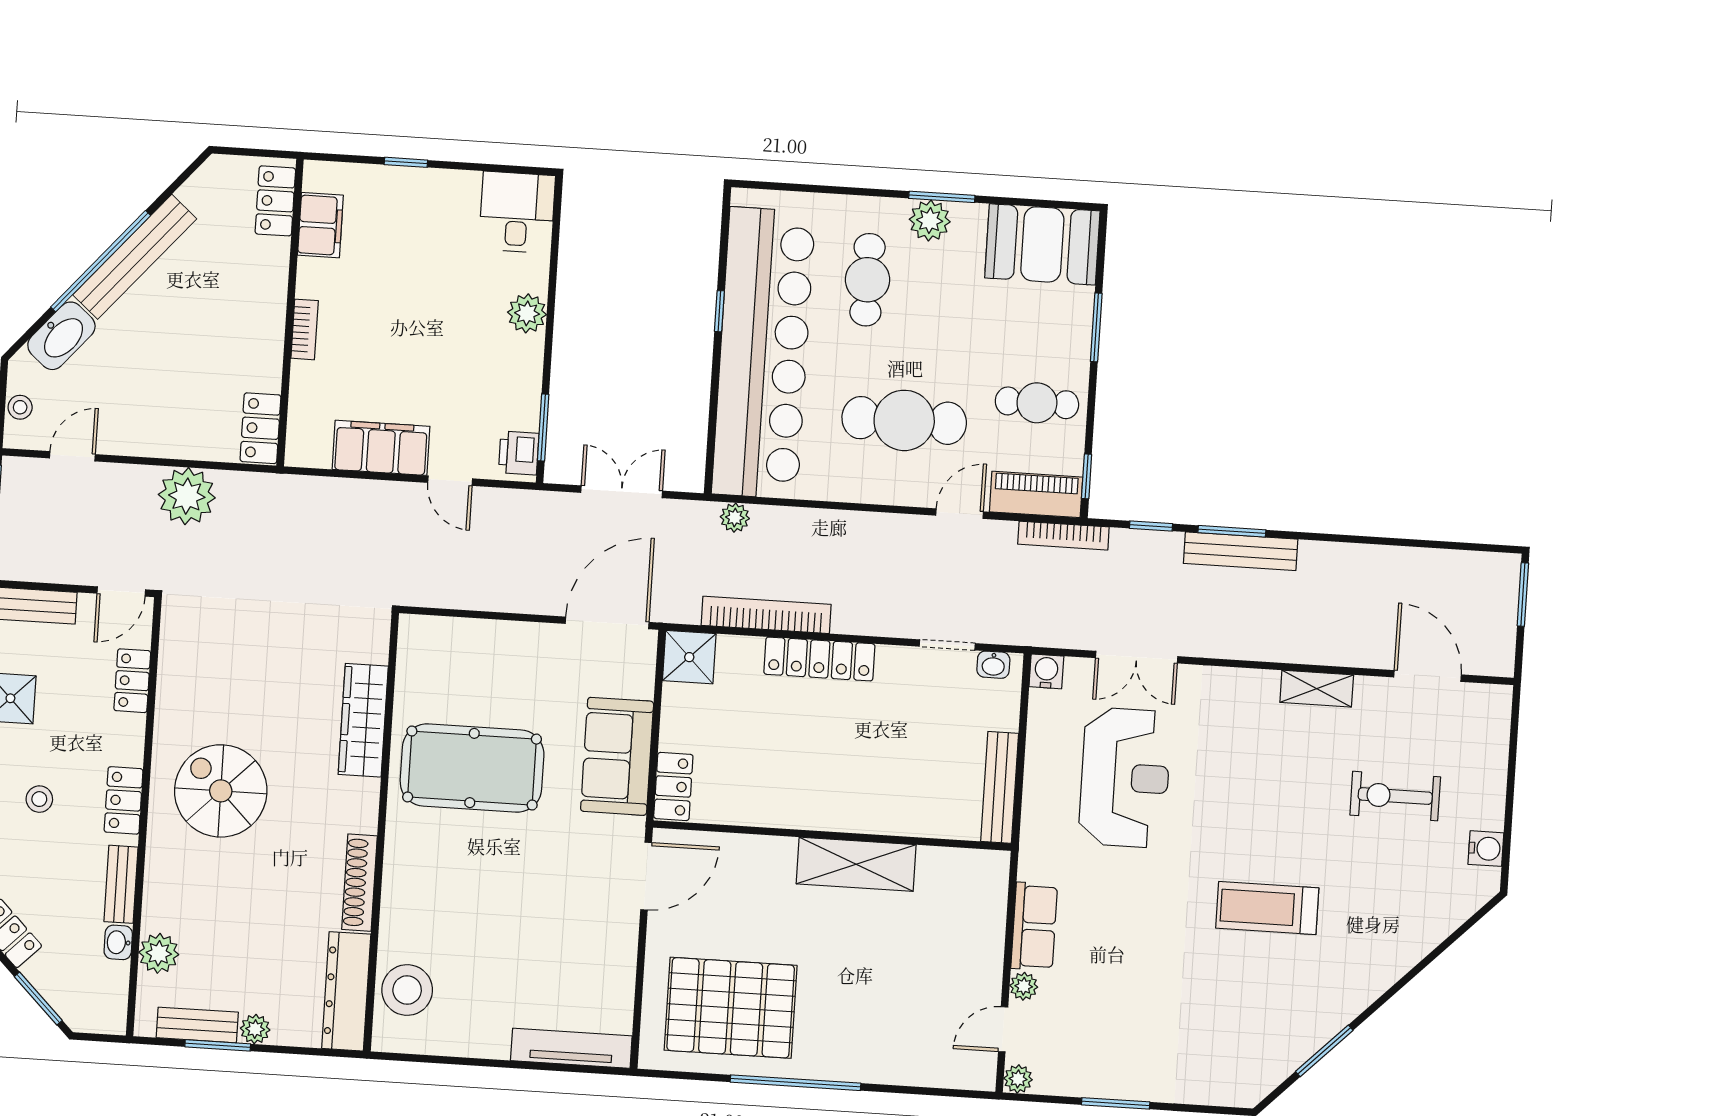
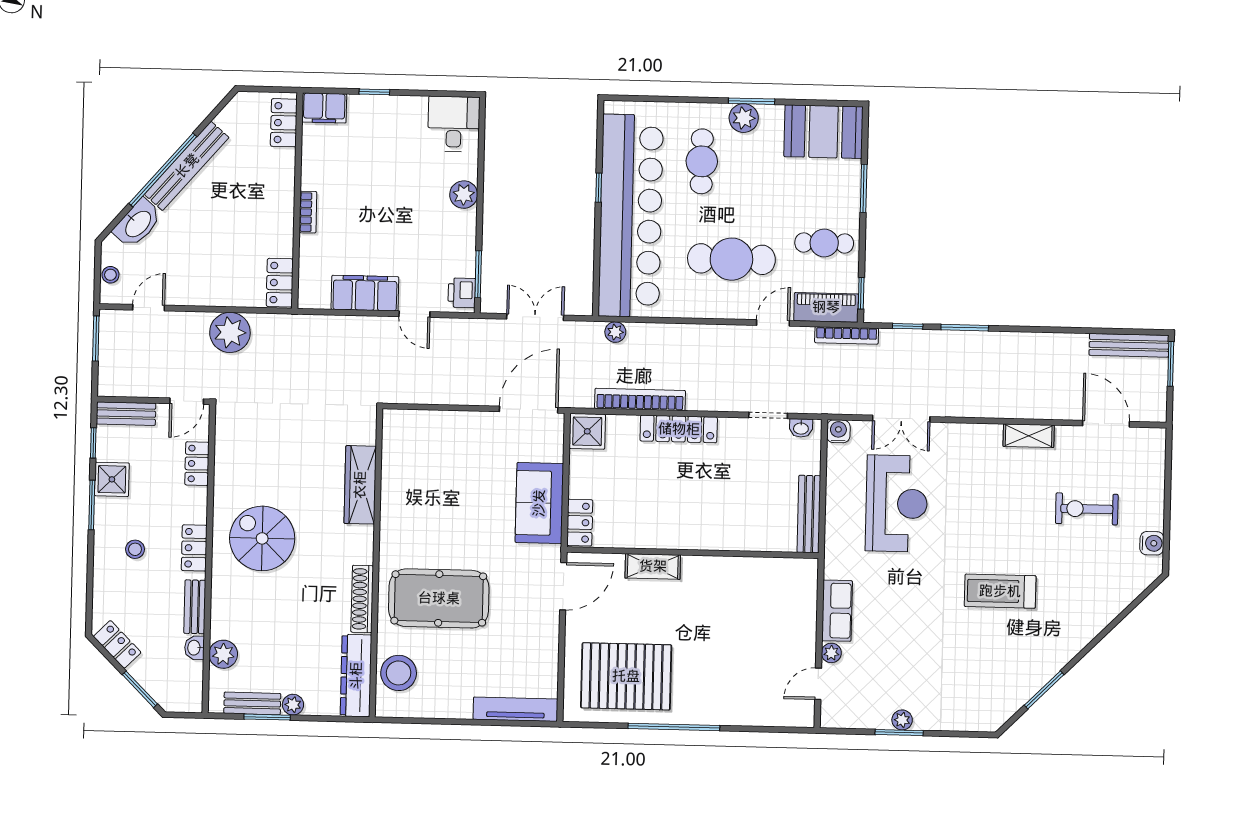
filing cabinet: (320, 225) -> (324, 108), moved, turned 90
bench: (1241, 551) -> (1129, 345), moved
pool table: (472, 768) -> (439, 598), moved
shelving: (856, 864) -> (653, 566), moved, width x0.67, depth x0.75
plant: (1018, 1079) -> (902, 720), moved

